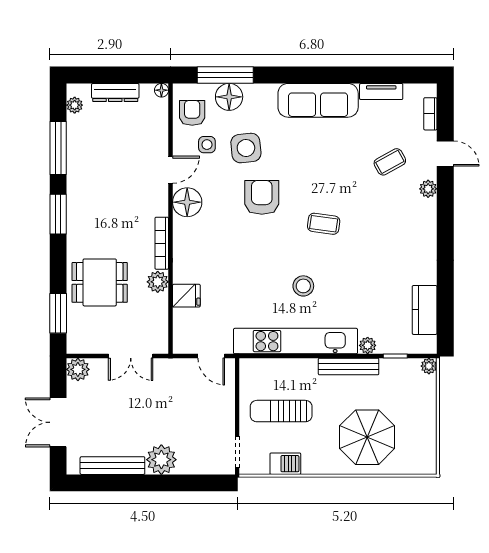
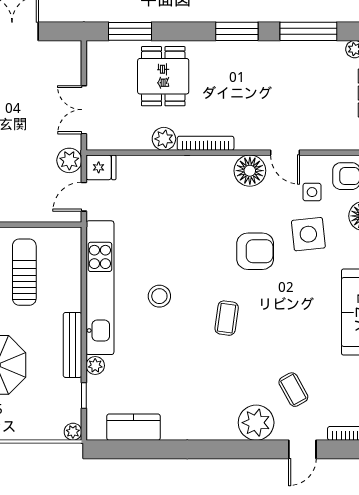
plant: (428, 189) -> (256, 423), width x1.87, depth x1.87
fridge: (186, 296) -> (101, 167), moved, turned -90
plant: (78, 369) -> (69, 160), moved

